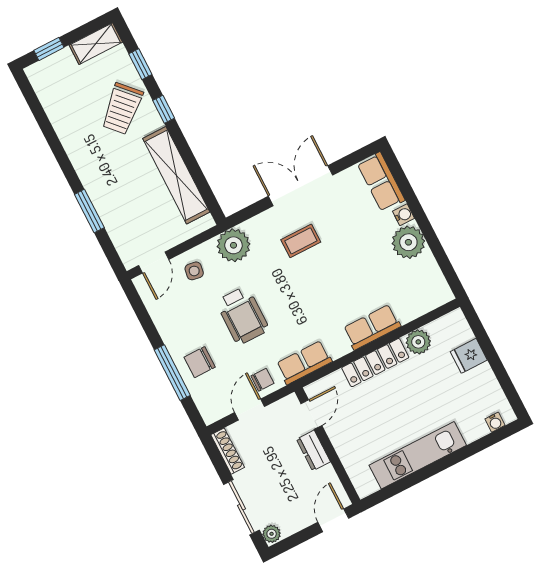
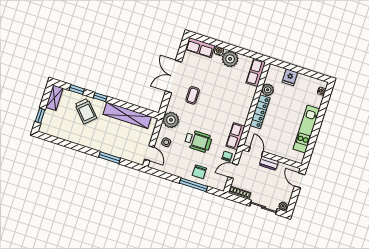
row of seats: (372, 327) -> (256, 72), moved
door: (250, 410) -> (233, 171), hinge flipped

